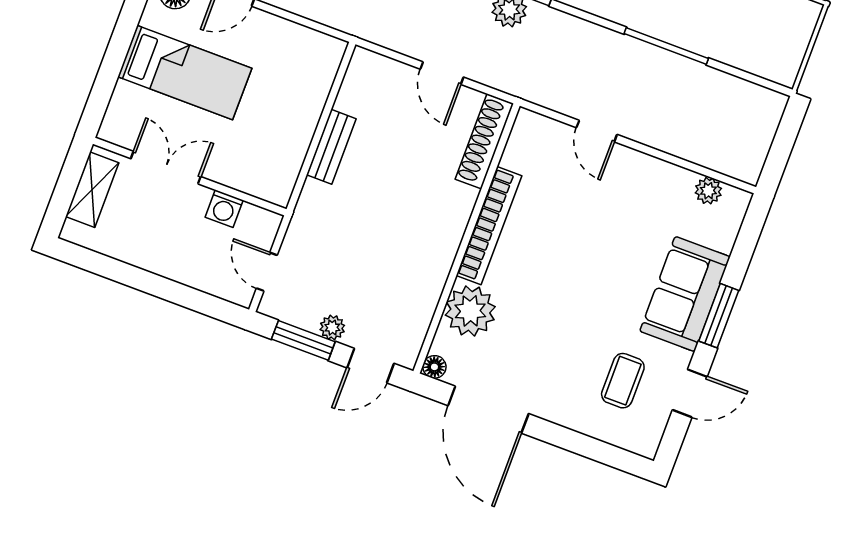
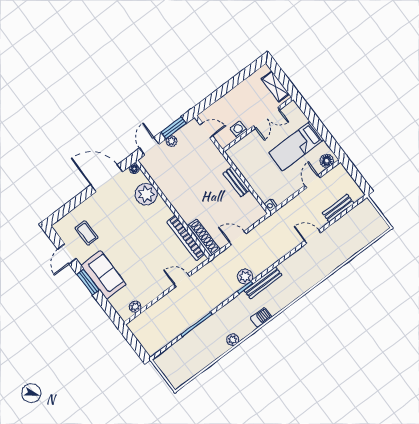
nightstand: (335, 49) -> (271, 205), added
bookcase: (489, 226) -> (186, 238), moved

